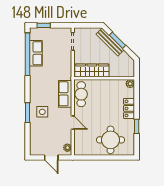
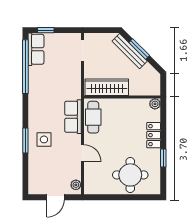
row of seats: (36, 53) -> (36, 49), moved
door: (51, 158) -> (55, 197), hinge flipped

